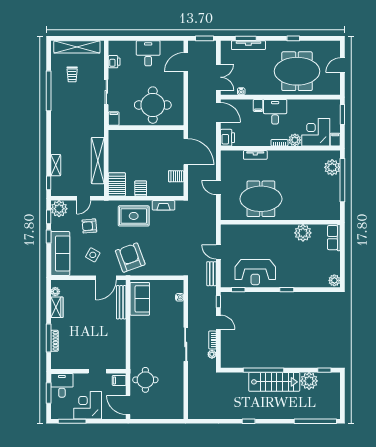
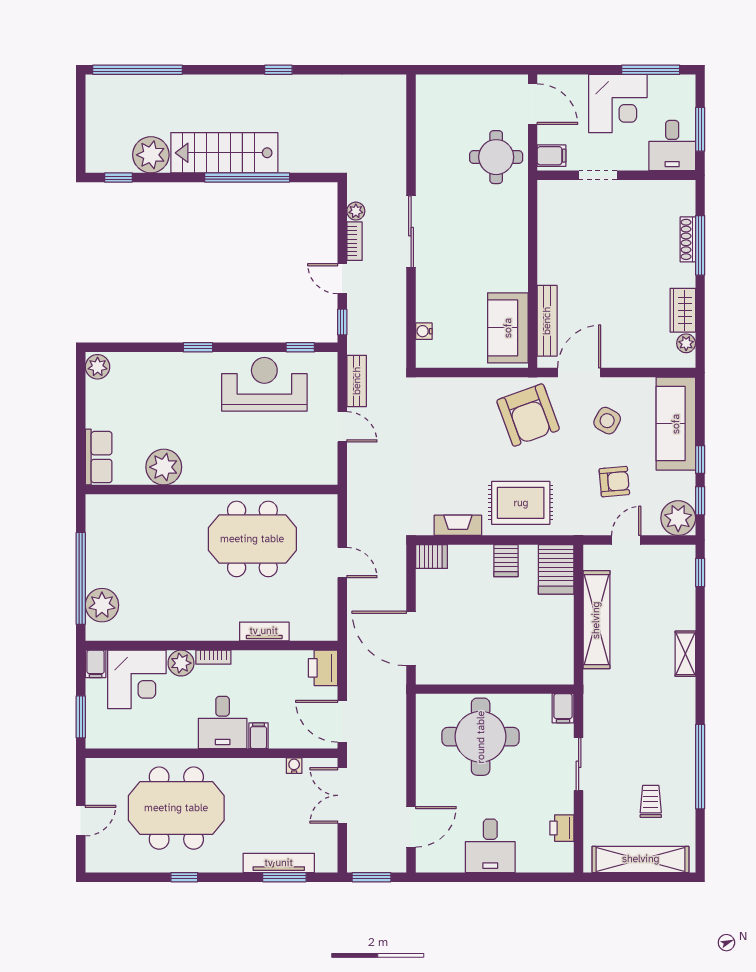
shelving: (56, 165) -> (685, 654), moved
server rack: (176, 176) -> (431, 556), moved

